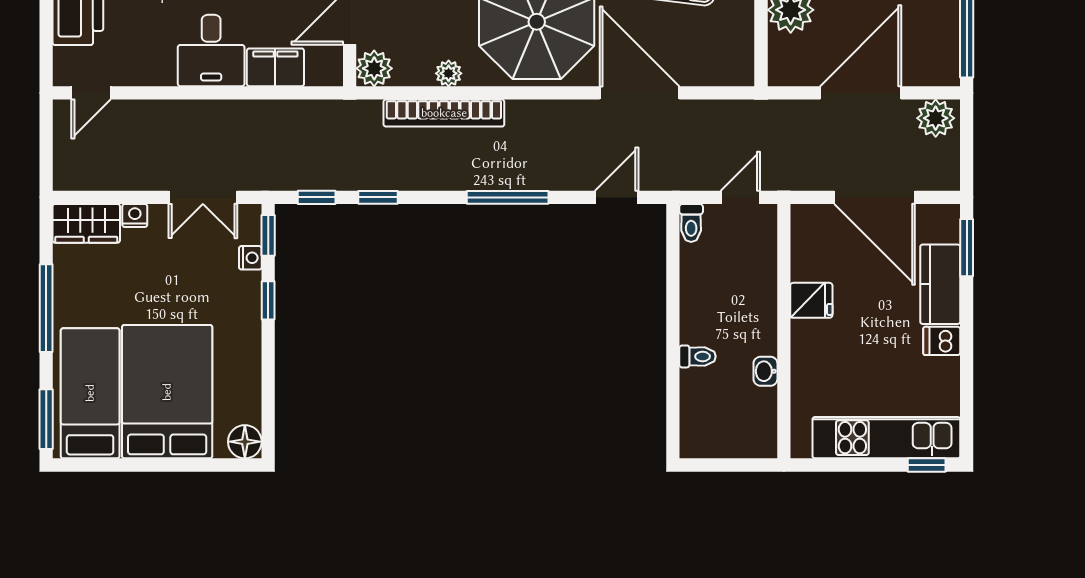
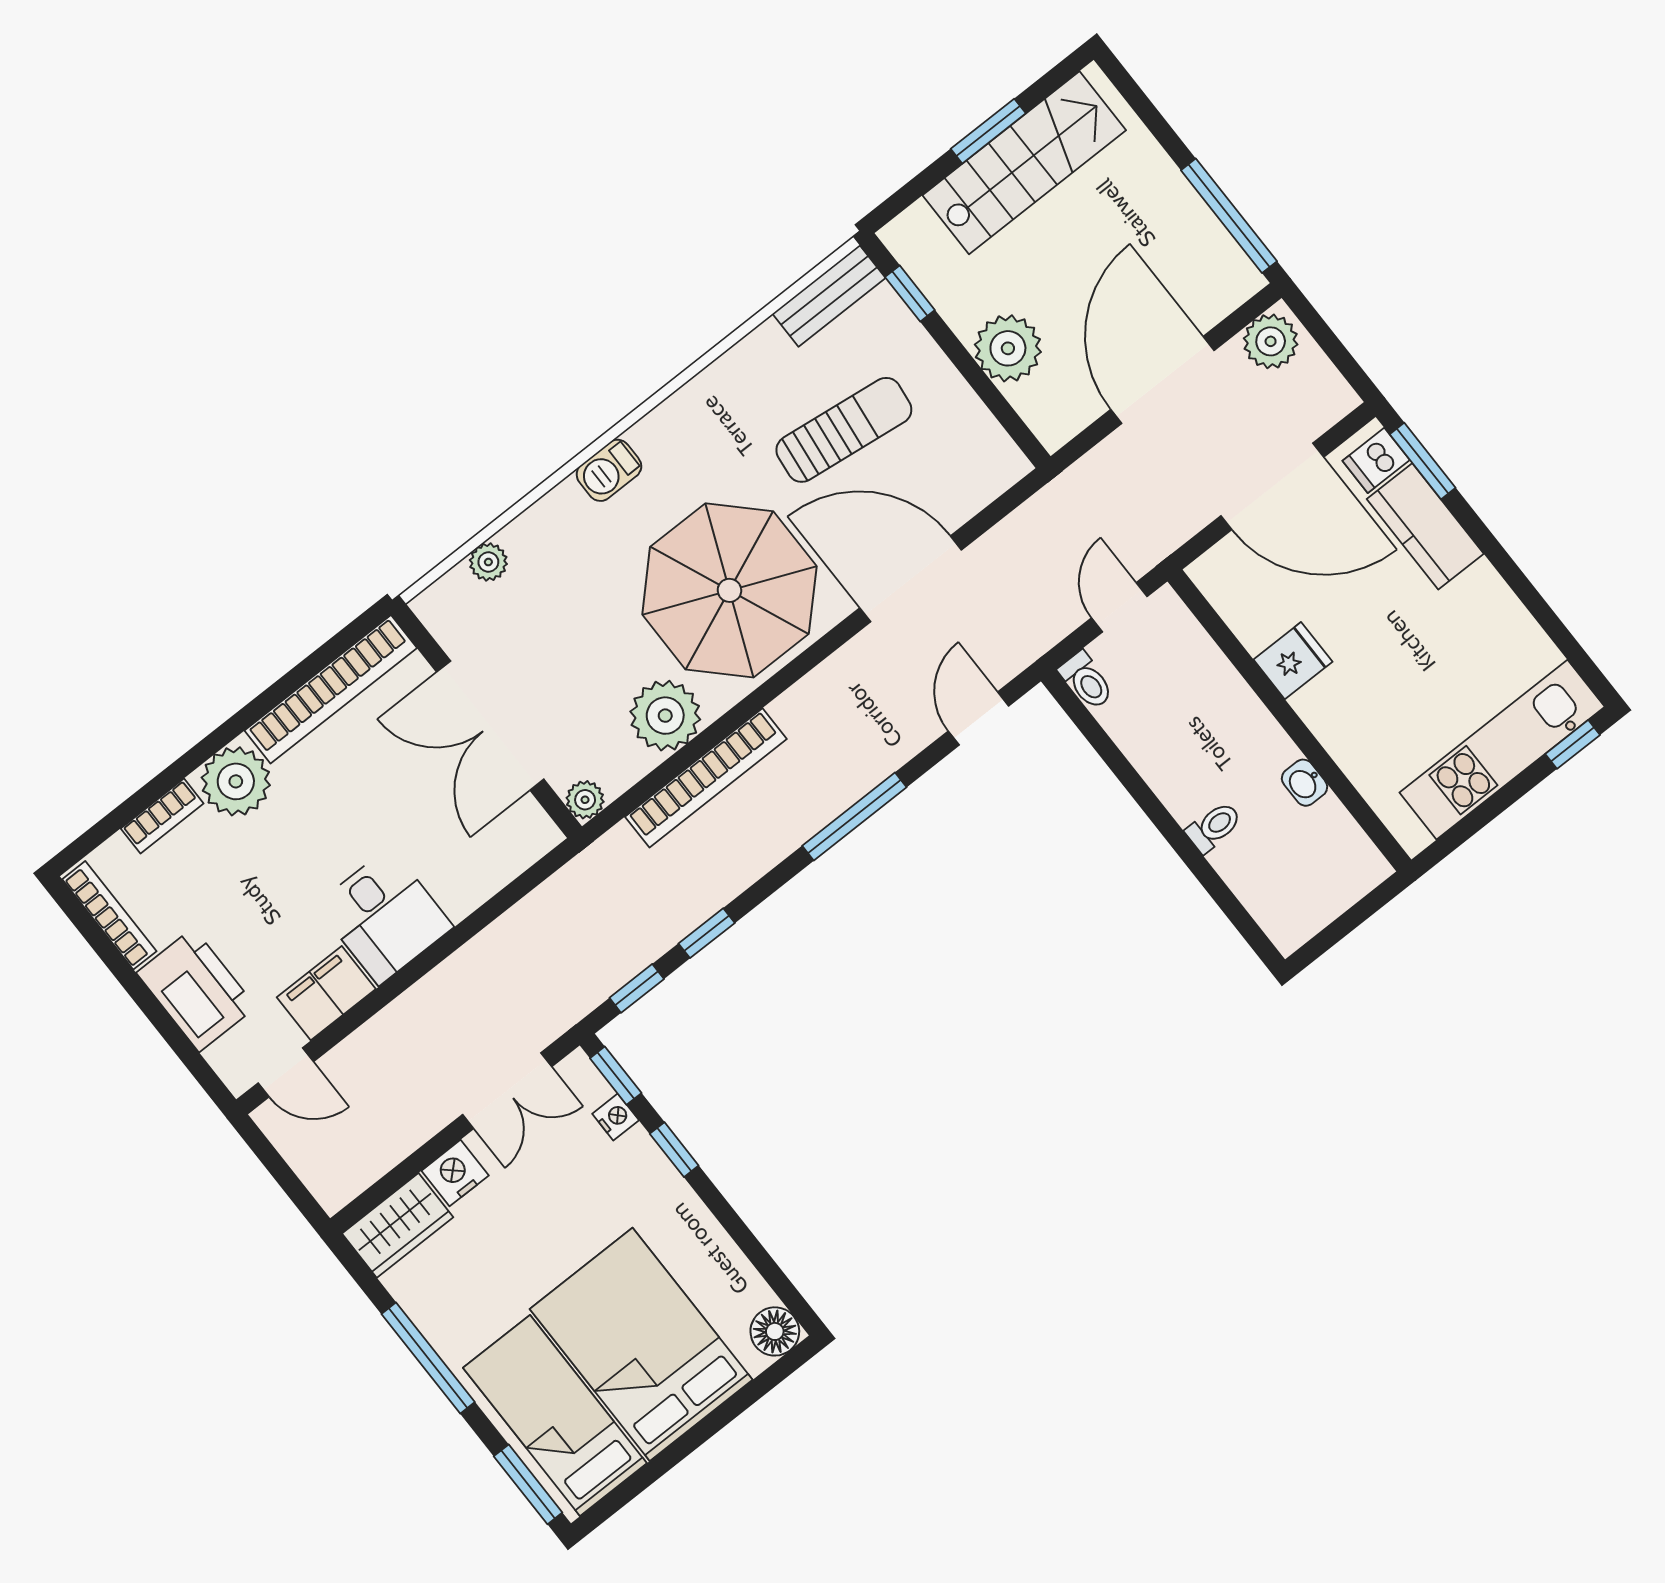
filing cabinet: (275, 67) -> (326, 993), moved
plant: (374, 68) -> (585, 800), width x0.73, depth x0.73
plant: (449, 73) -> (665, 716), width x1.88, depth x1.88
door: (91, 93) -> (286, 1072), hinge flipped
nightstand: (135, 215) -> (455, 1173), width x1.39, depth x1.35
dishwasher: (942, 341) -> (1376, 460), moved

